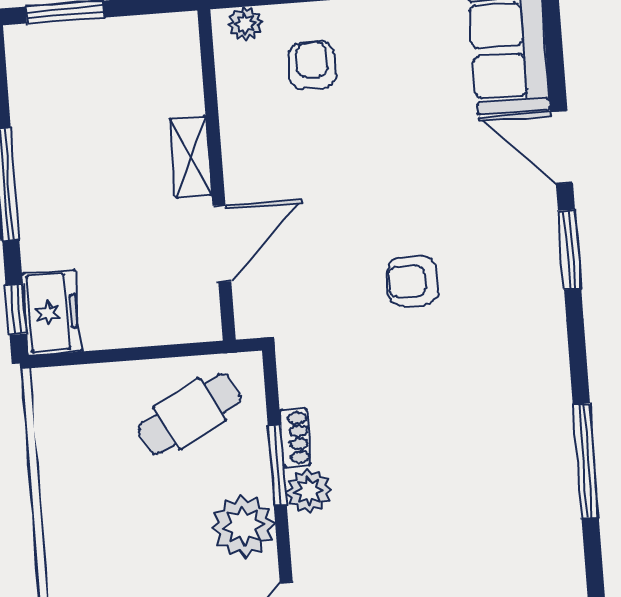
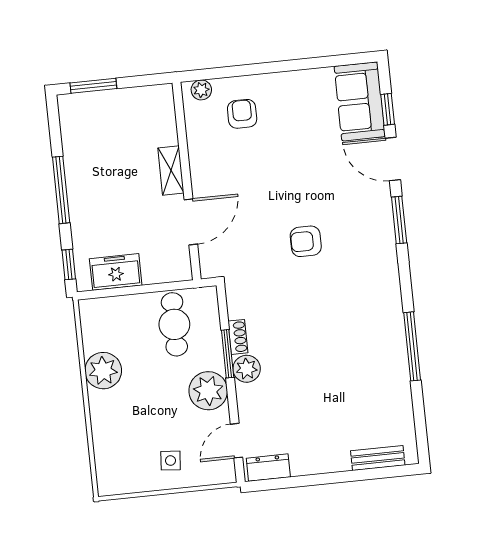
window: (555, 64) -> (388, 109), added
freezer: (52, 313) -> (116, 272), moved, turned -90
cafe table: (190, 414) -> (174, 324), turned -62
plant: (69, 488) -> (103, 371), added

